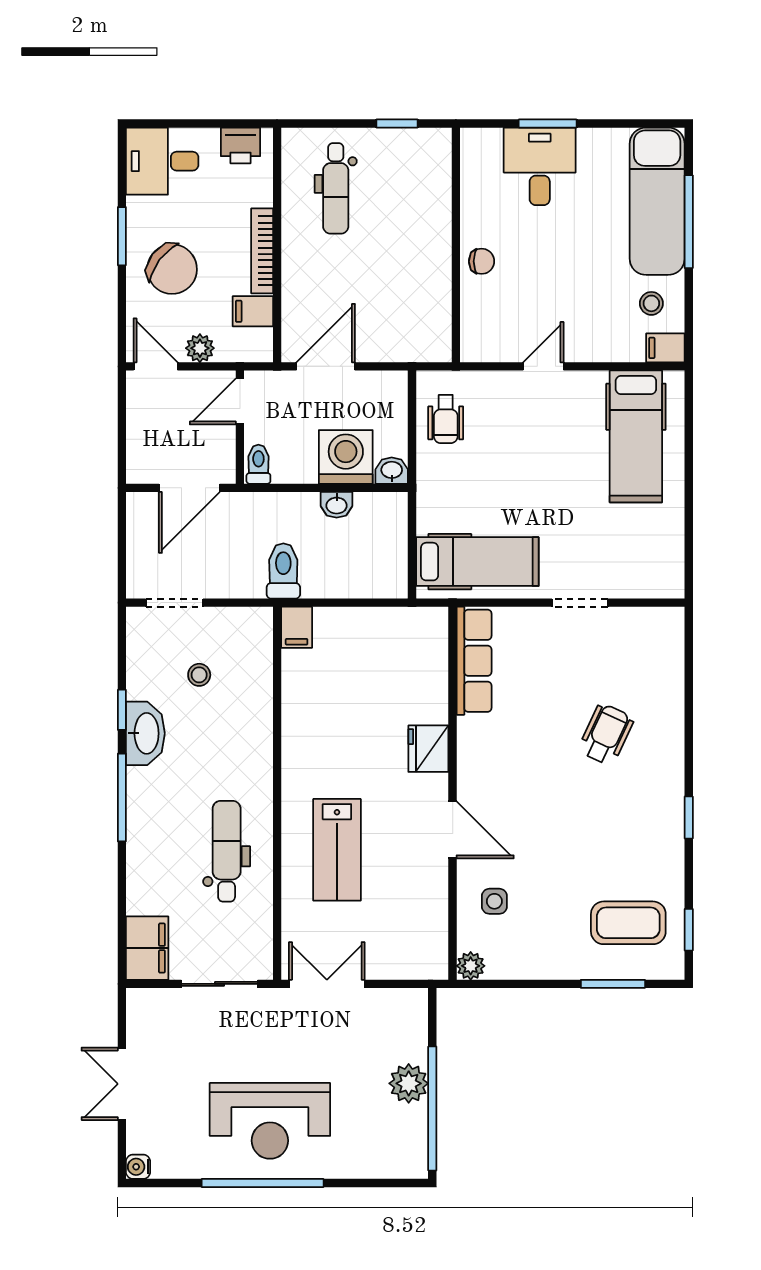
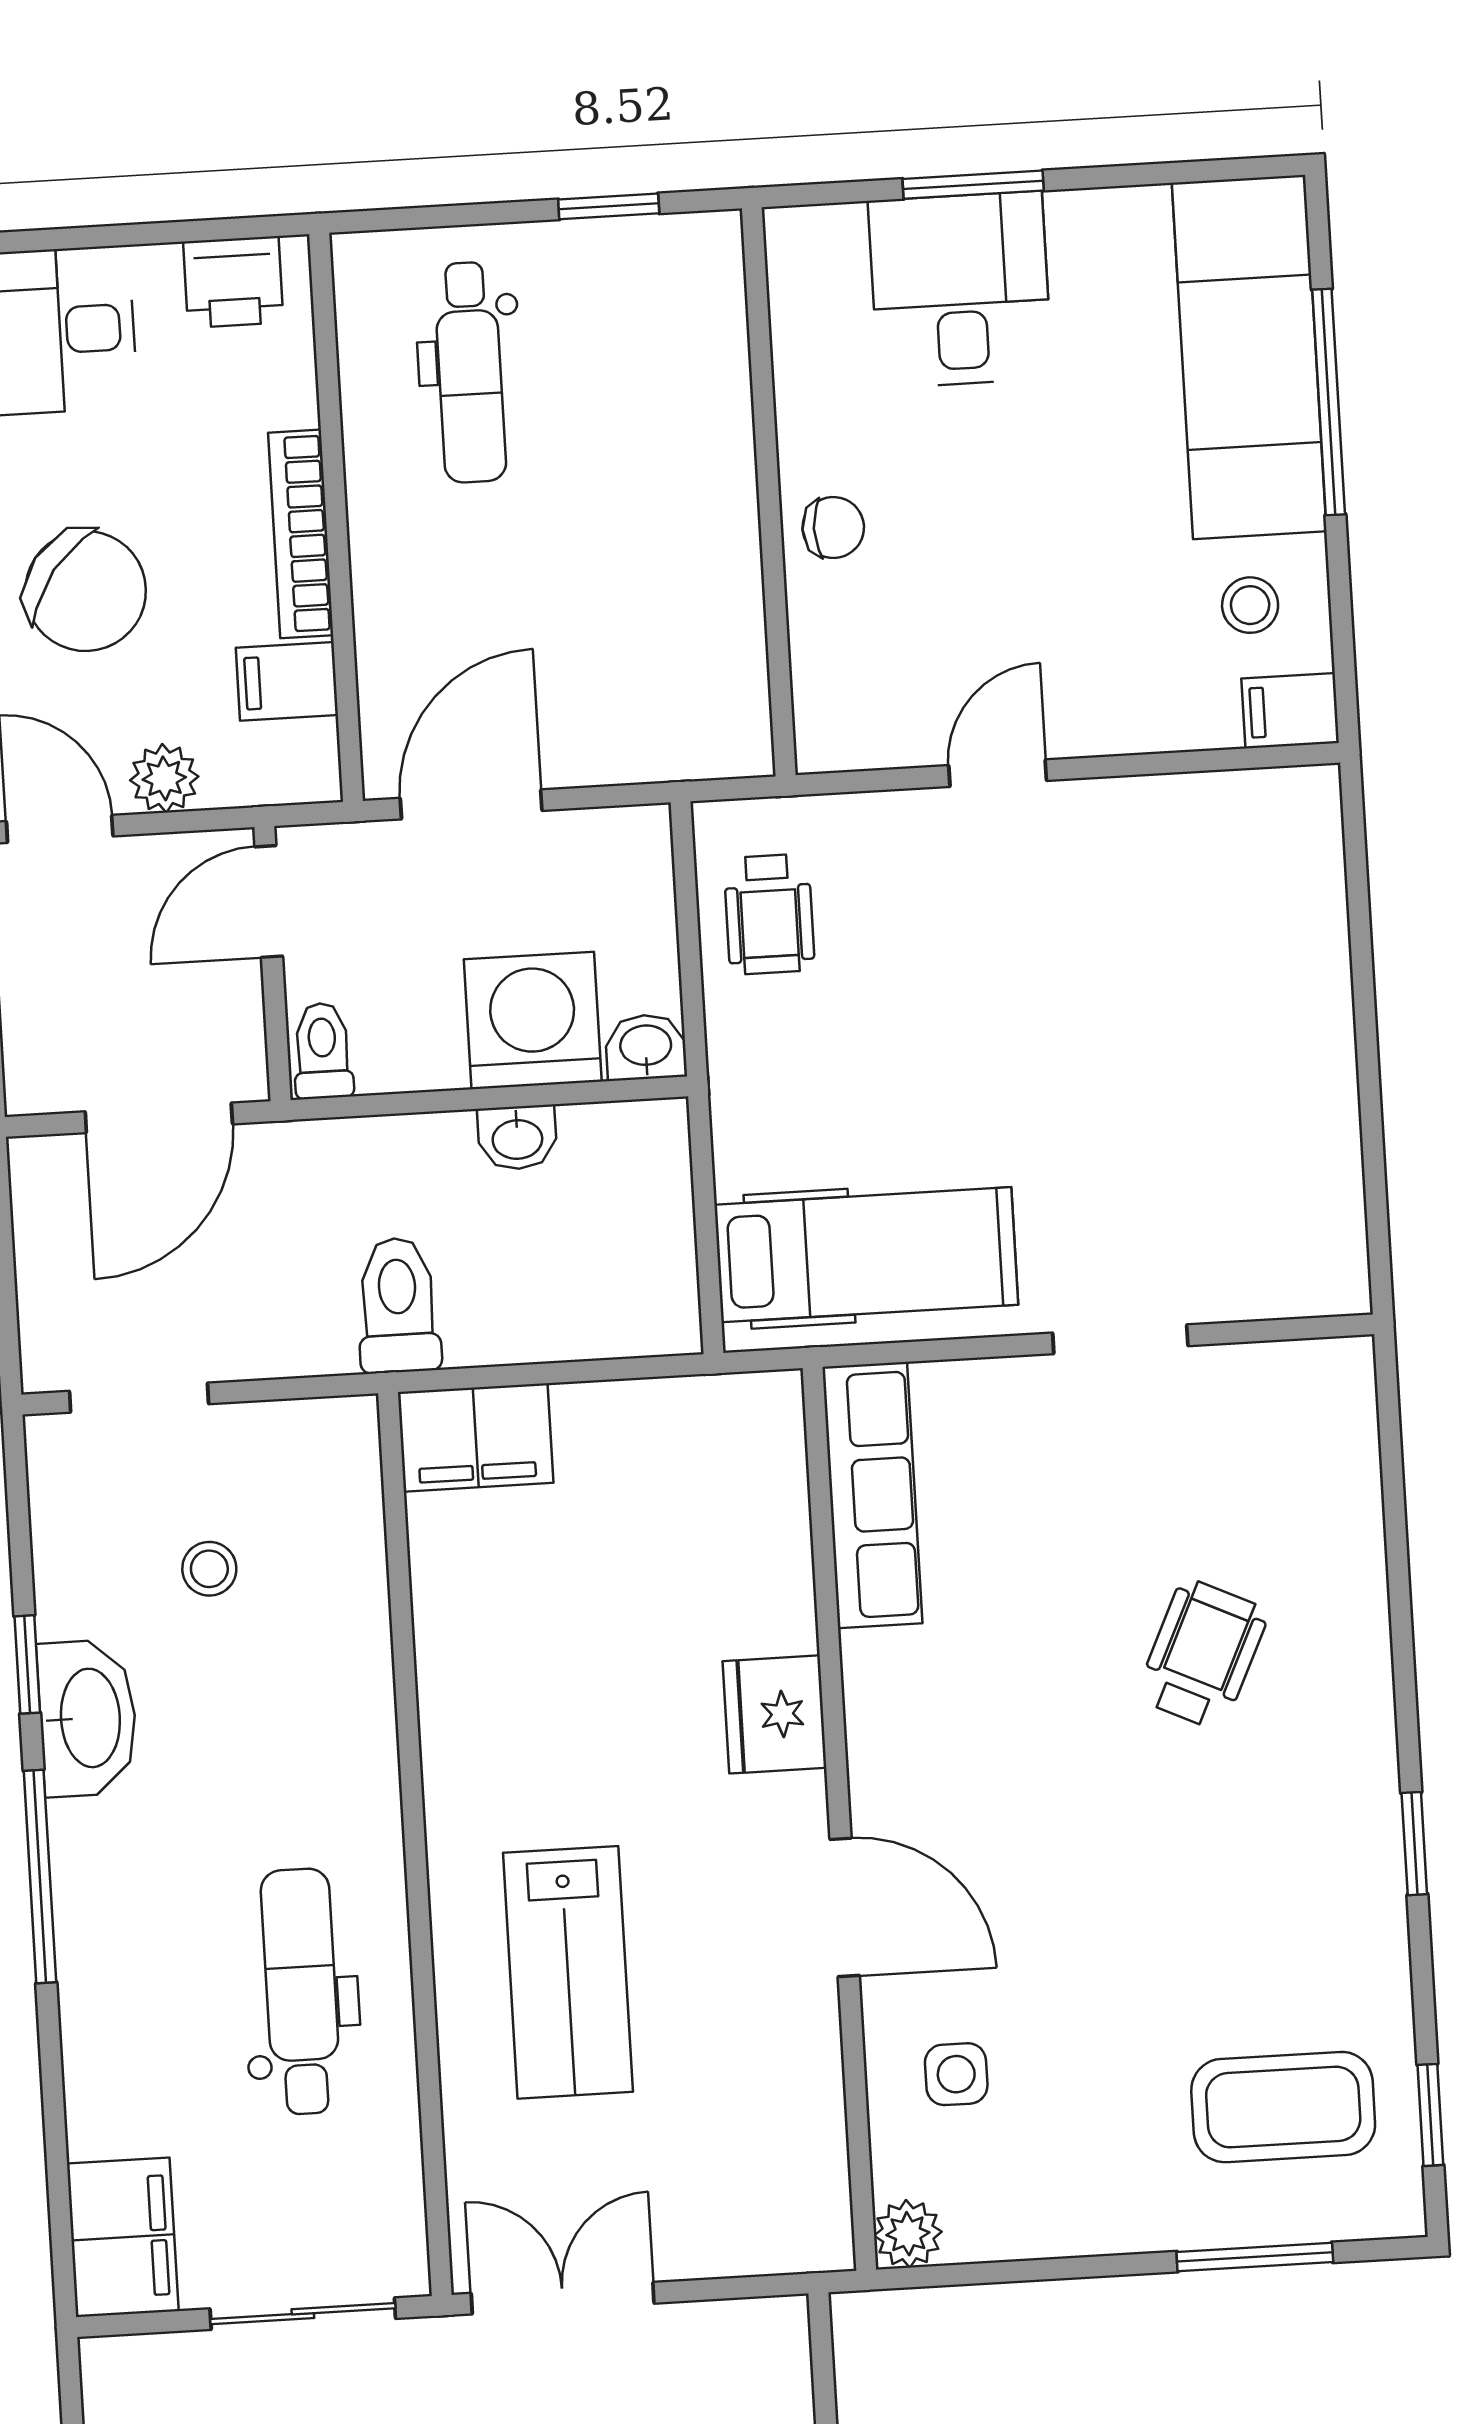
hospital bed: (636, 436) -> (1232, 929), removed
filing cabinet: (297, 627) -> (476, 1437), width x2.00

